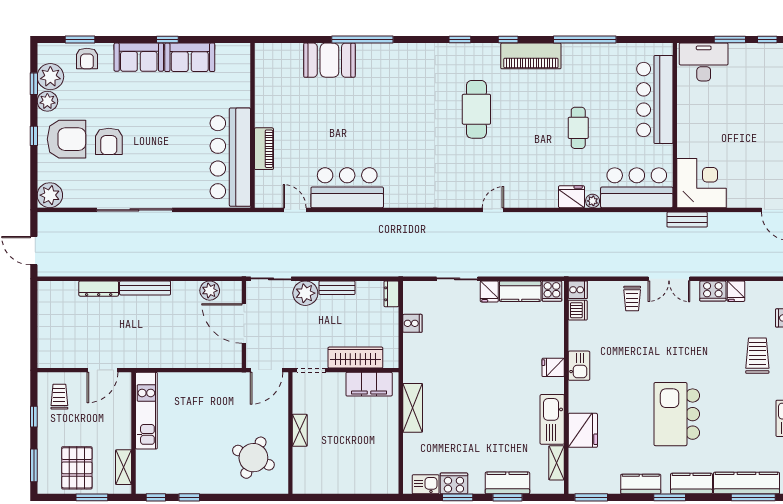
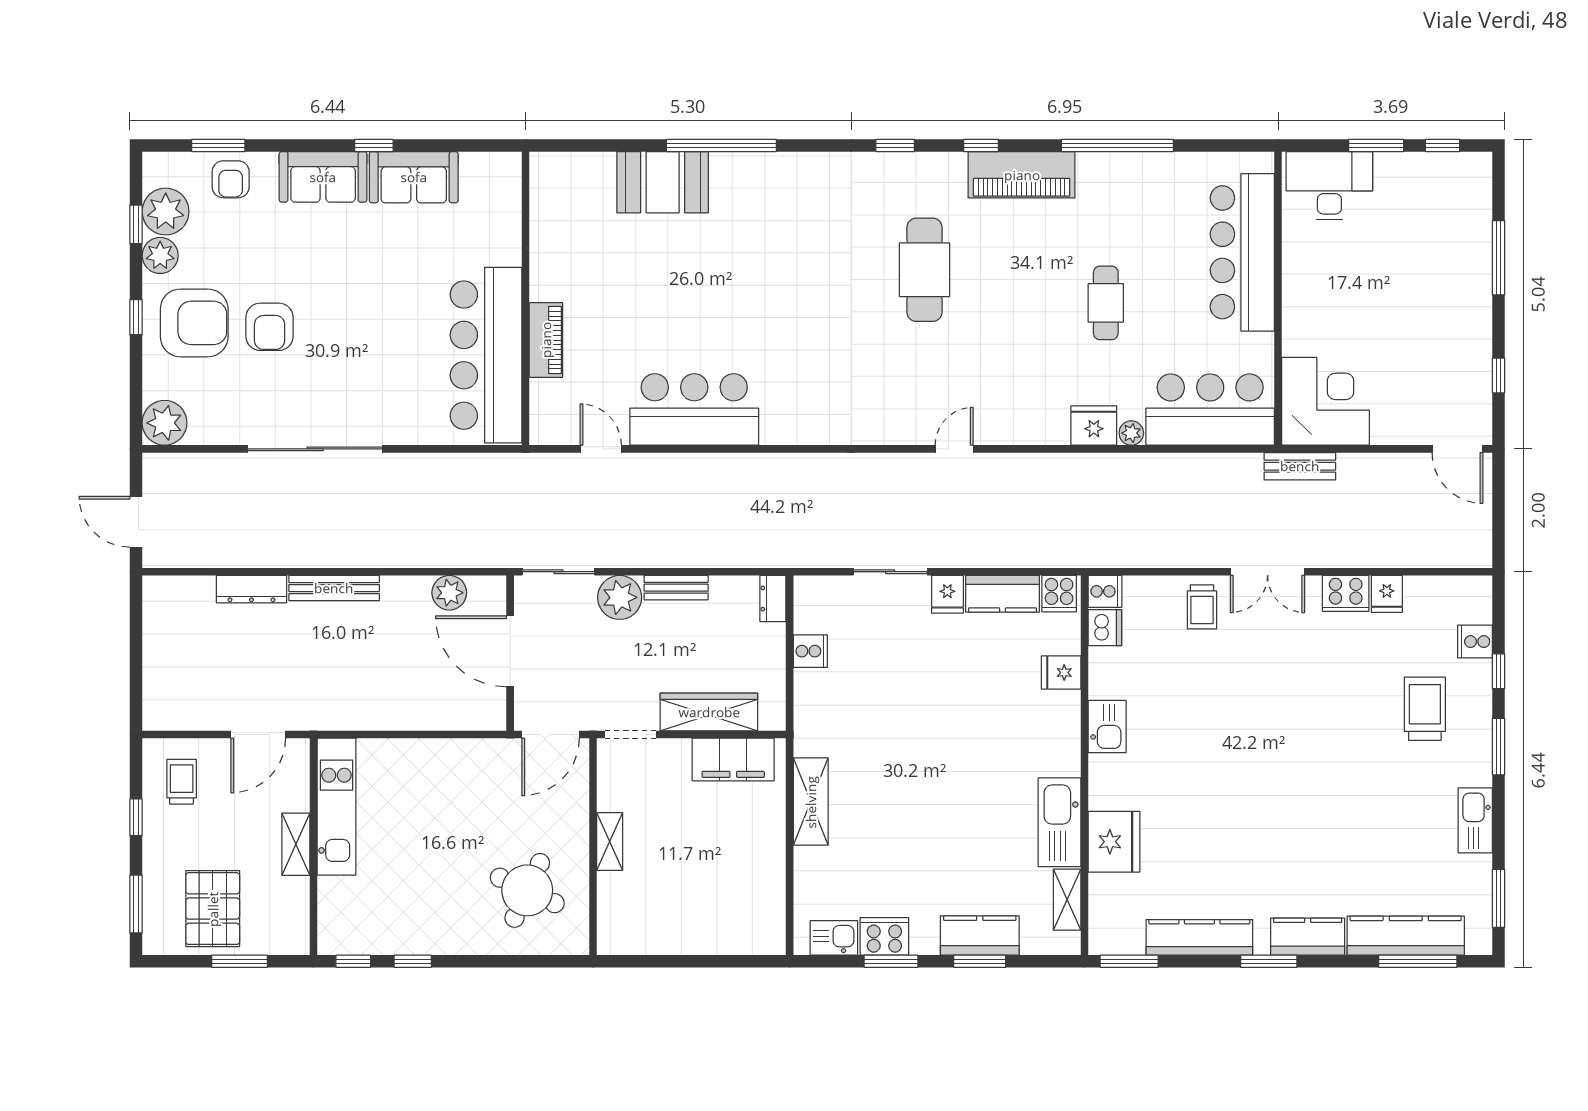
fridge: (553, 367) -> (1061, 673), moved
kitchen island: (677, 414) -> (1281, 813), removed
shelving: (124, 467) -> (296, 844), moved
kitchen counter: (641, 484) -> (1199, 937), width x1.50

